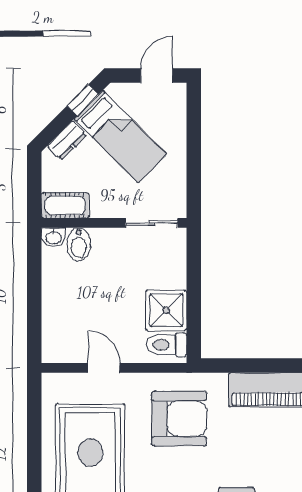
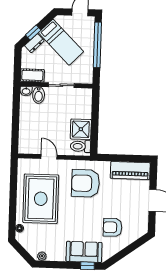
window: (83, 100) -> (33, 32), moved
window: (194, 140) -> (97, 45), added
sliding door: (152, 223) -> (61, 85), moved
armchair: (179, 419) -> (86, 183), turned 180

